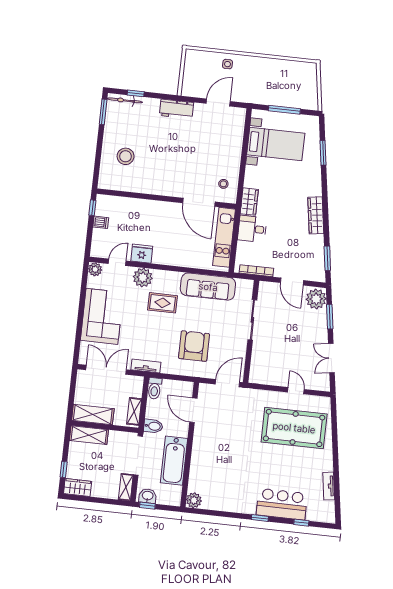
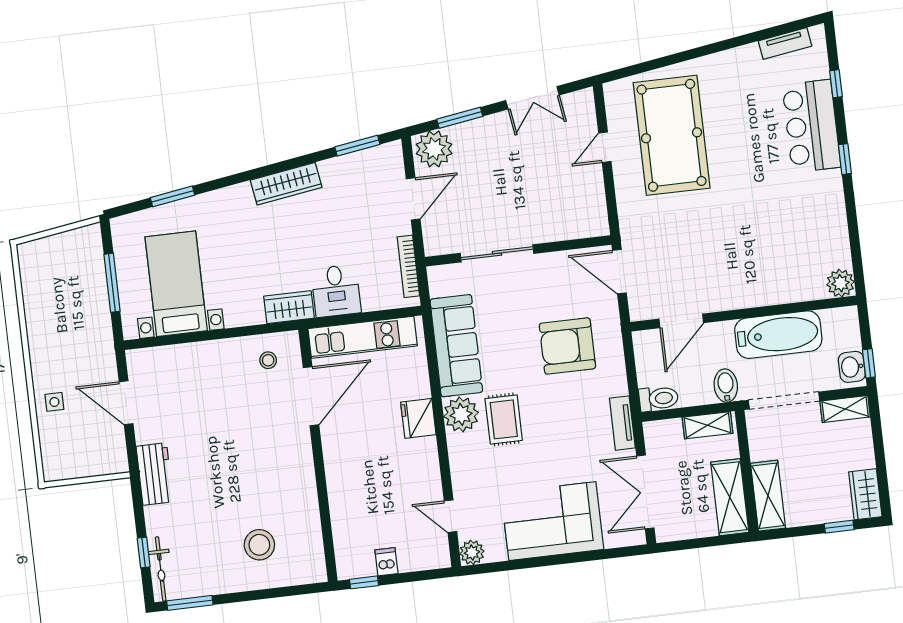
fridge: (142, 254) -> (418, 418), moved
plant: (143, 278) -> (461, 414), moved
tv unit: (329, 486) -> (785, 43), moved

